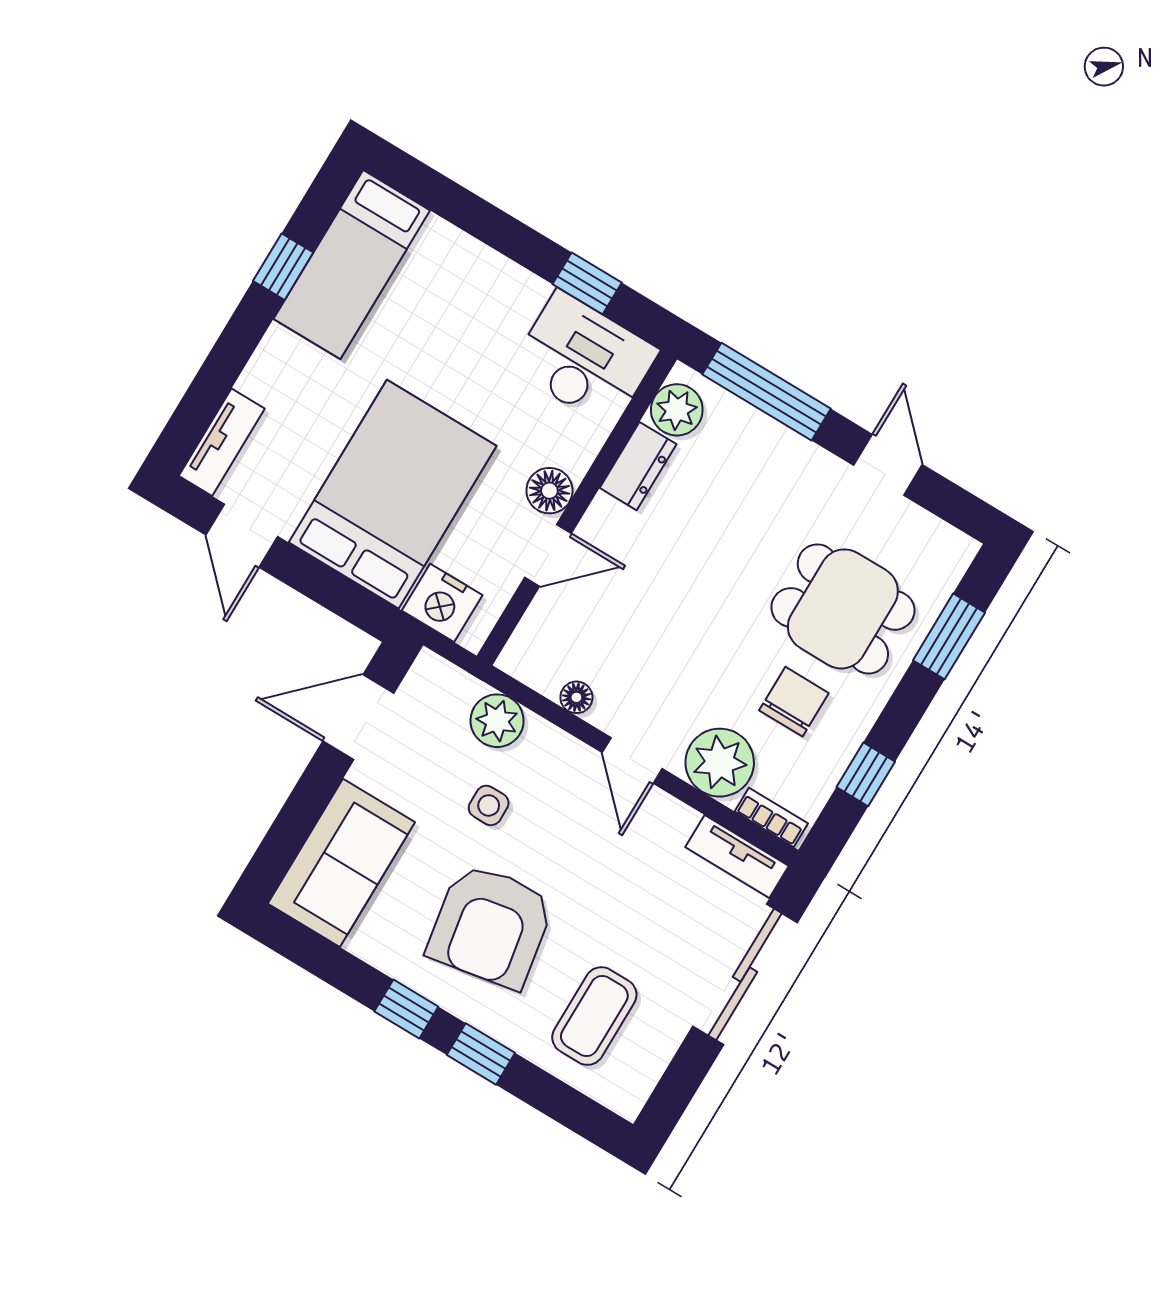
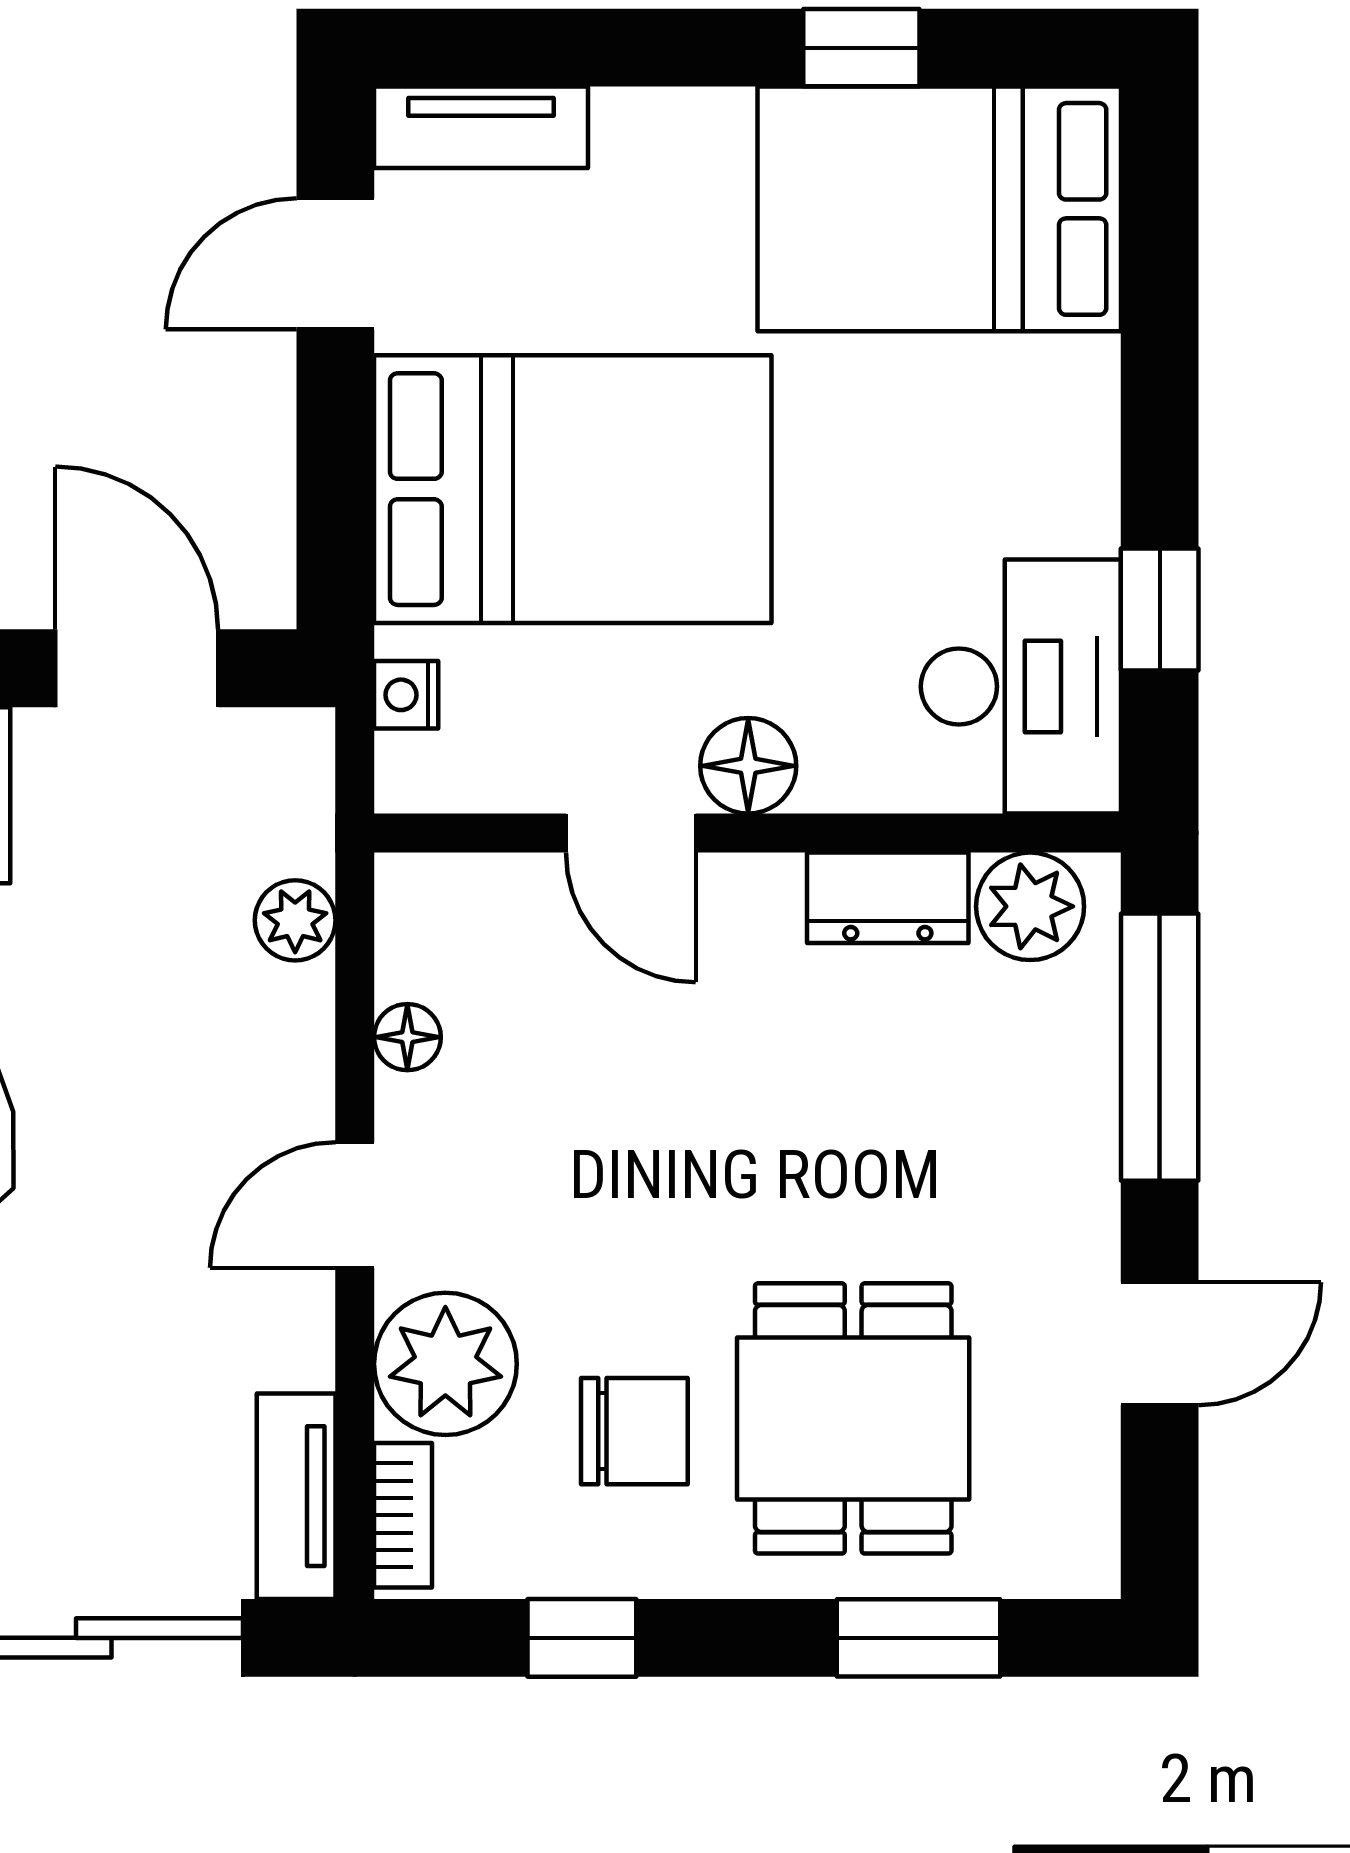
bed: (352, 265) -> (939, 209), width x1.50
nightstand: (442, 603) -> (406, 695), width x0.53, depth x0.56
plant: (497, 721) -> (295, 920), width x0.73, depth x0.73
side table: (489, 805) -> (119, 997), removed

